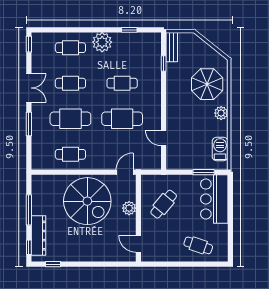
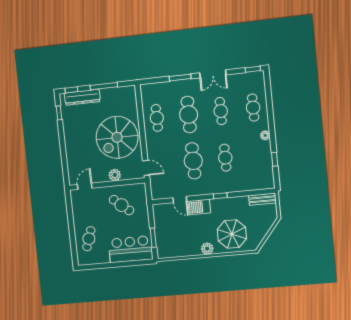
plant: (102, 42) -> (265, 135), width x0.53, depth x0.53
window: (164, 63) -> (220, 196), moved
door: (164, 138) -> (180, 200), swing flipped
barbecue: (220, 149) -> (199, 207), moved, turned 180

